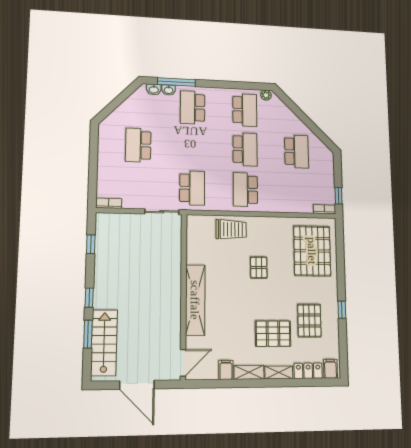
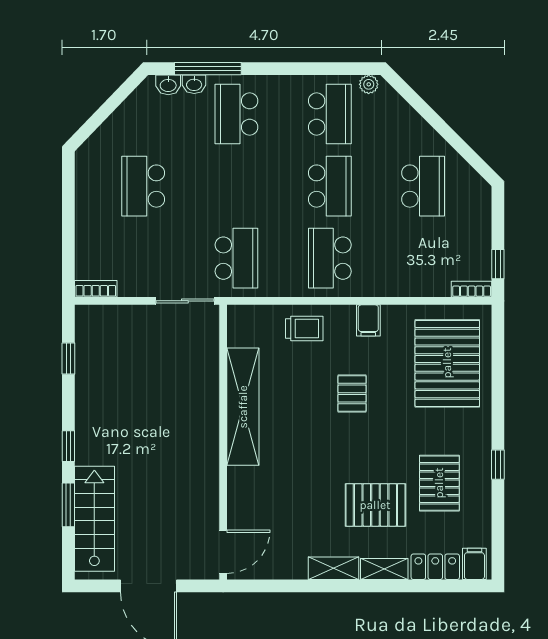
trolley: (231, 229) -> (304, 329), width x0.73, depth x0.72
shelving: (195, 300) -> (243, 407), moved
filing cabinet: (226, 370) -> (368, 320), moved, turned 180

